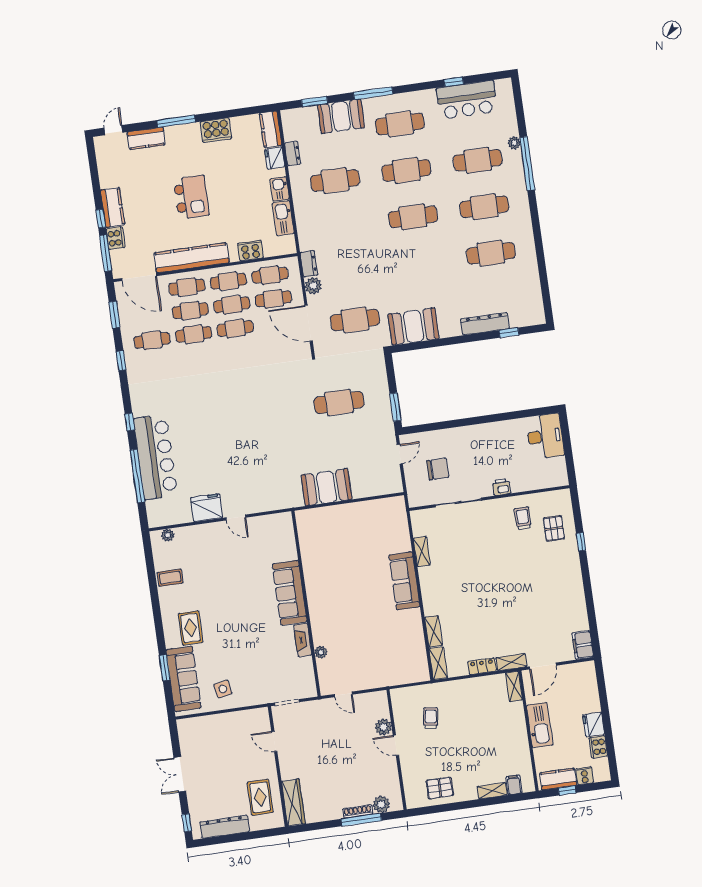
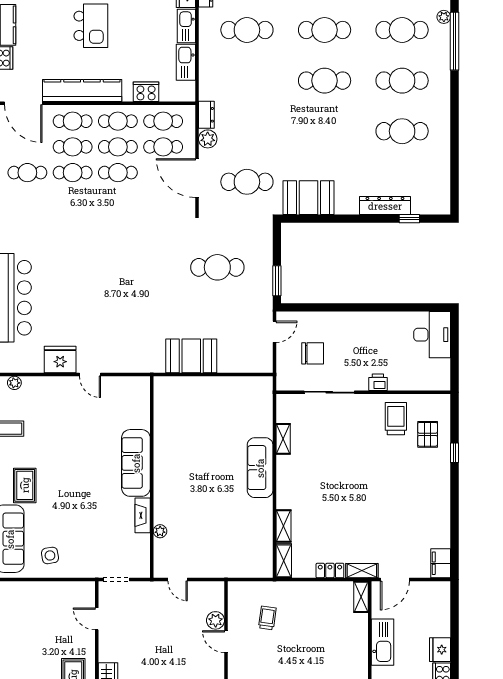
kitchen sink: (280, 189) -> (186, 26), width x1.38
trolley: (523, 518) -> (396, 419), width x1.36, depth x1.39

